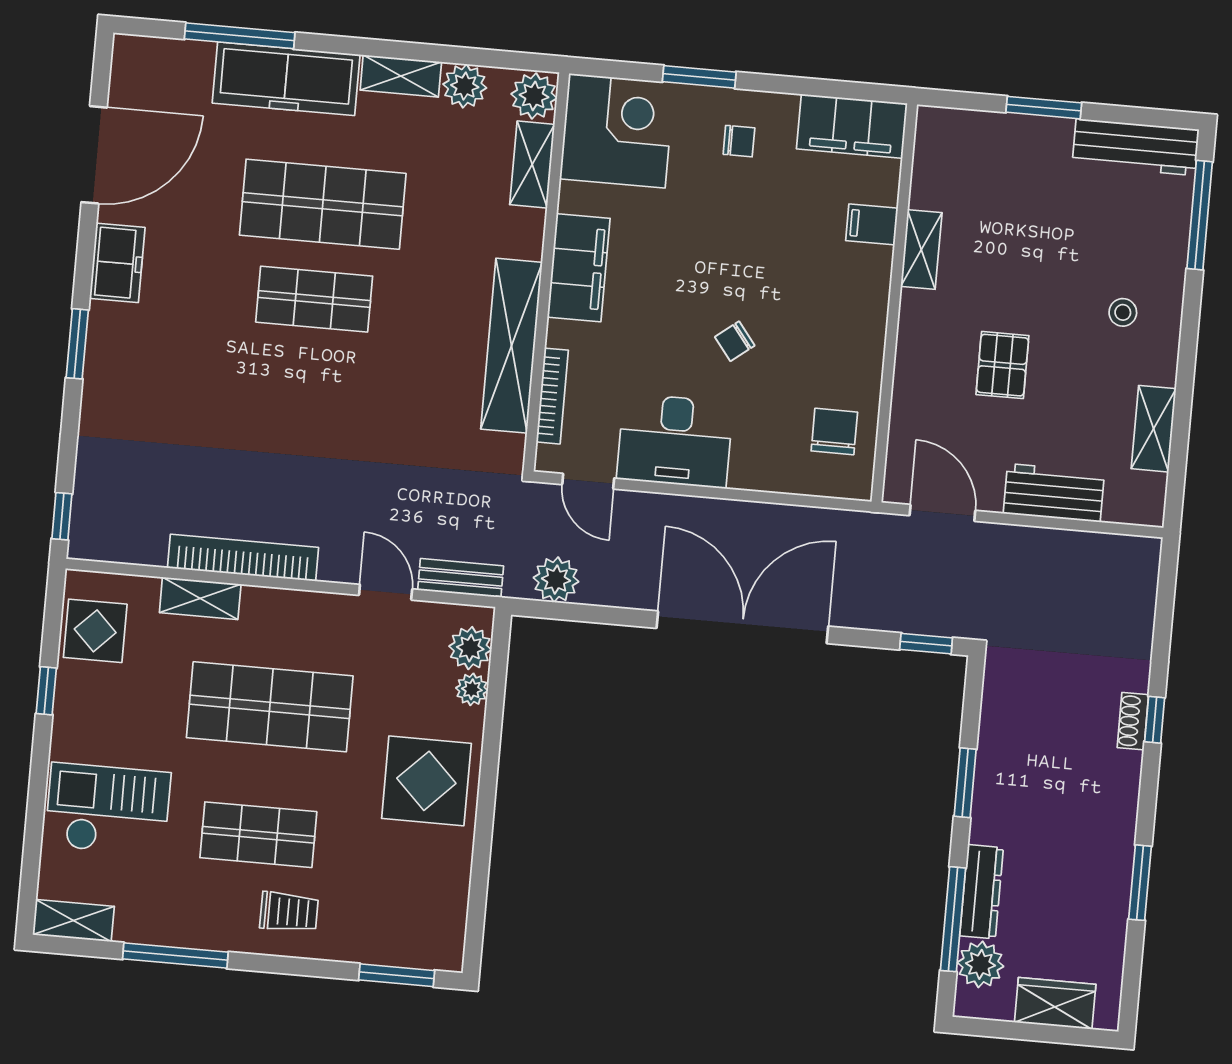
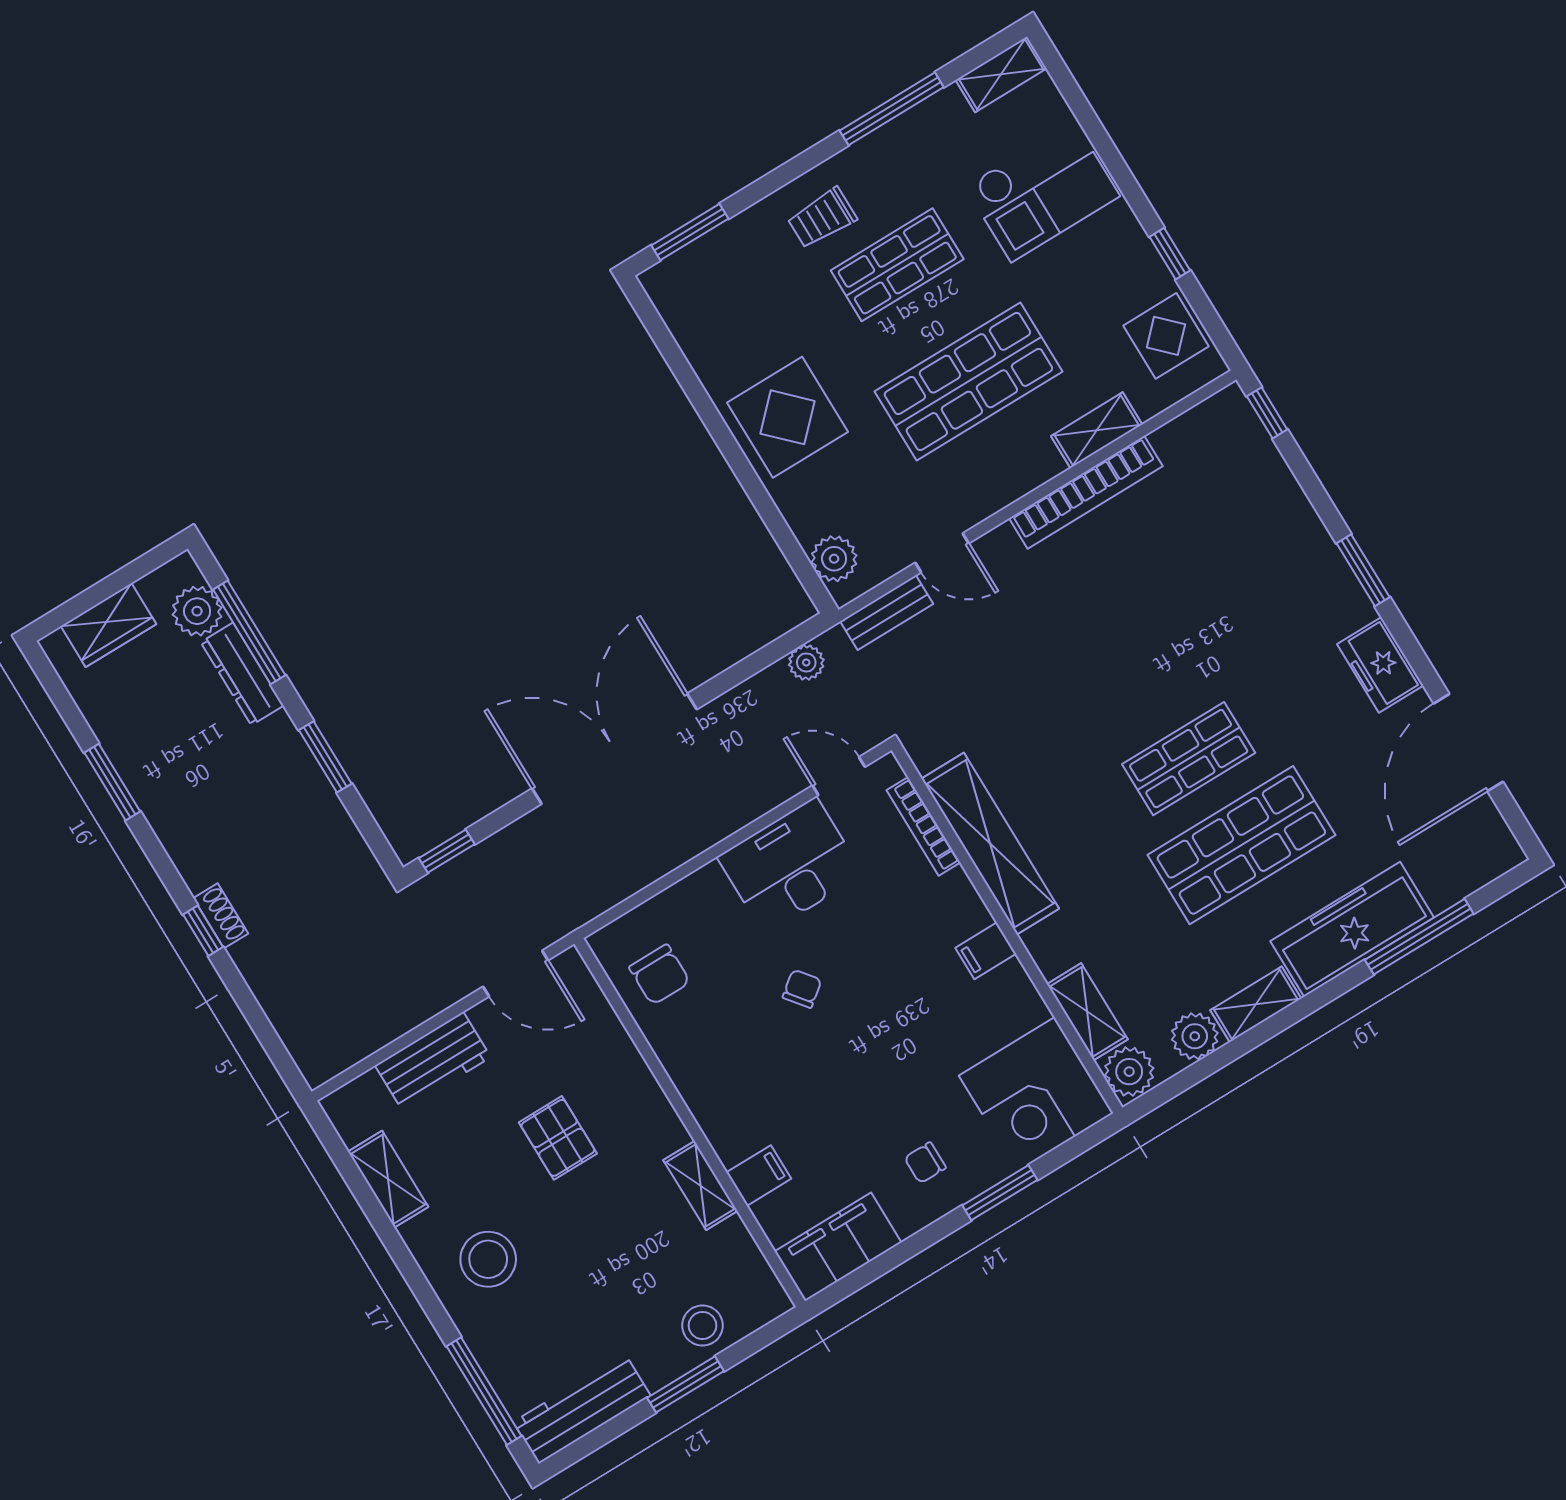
stool: (998, 143) -> (702, 1325), added
filing cabinet: (579, 268) -> (986, 951), width x0.33, depth x0.86
stool: (1123, 312) -> (488, 1259), width x1.89, depth x1.89
plant: (556, 580) -> (806, 662), width x0.73, depth x0.73
double door: (742, 627) -> (614, 749), swing flipped
plant: (472, 689) -> (807, 524), removed

